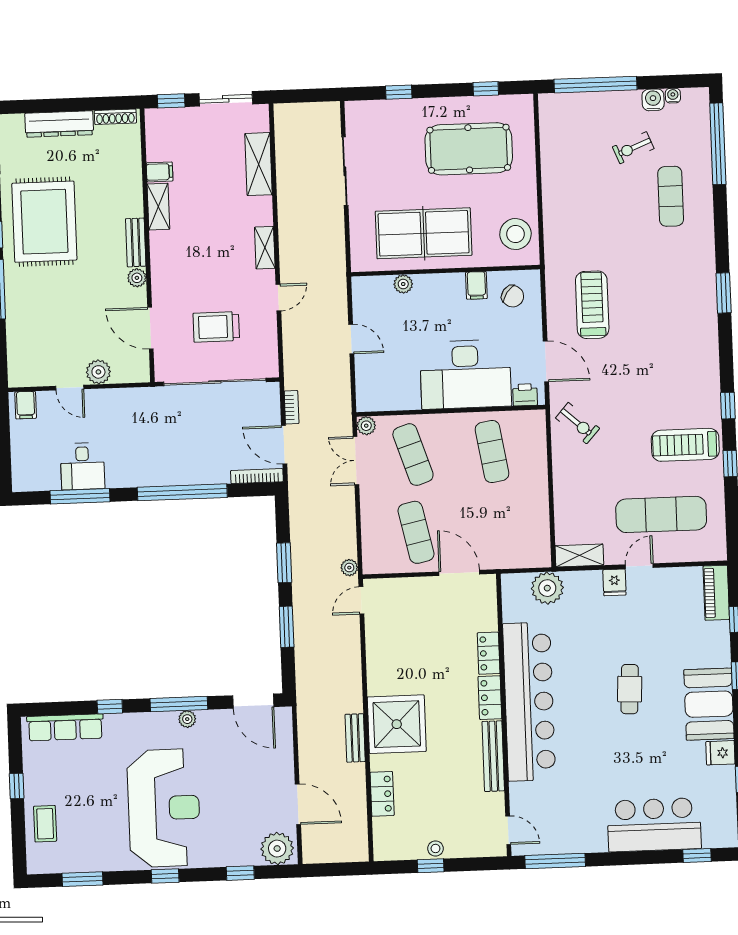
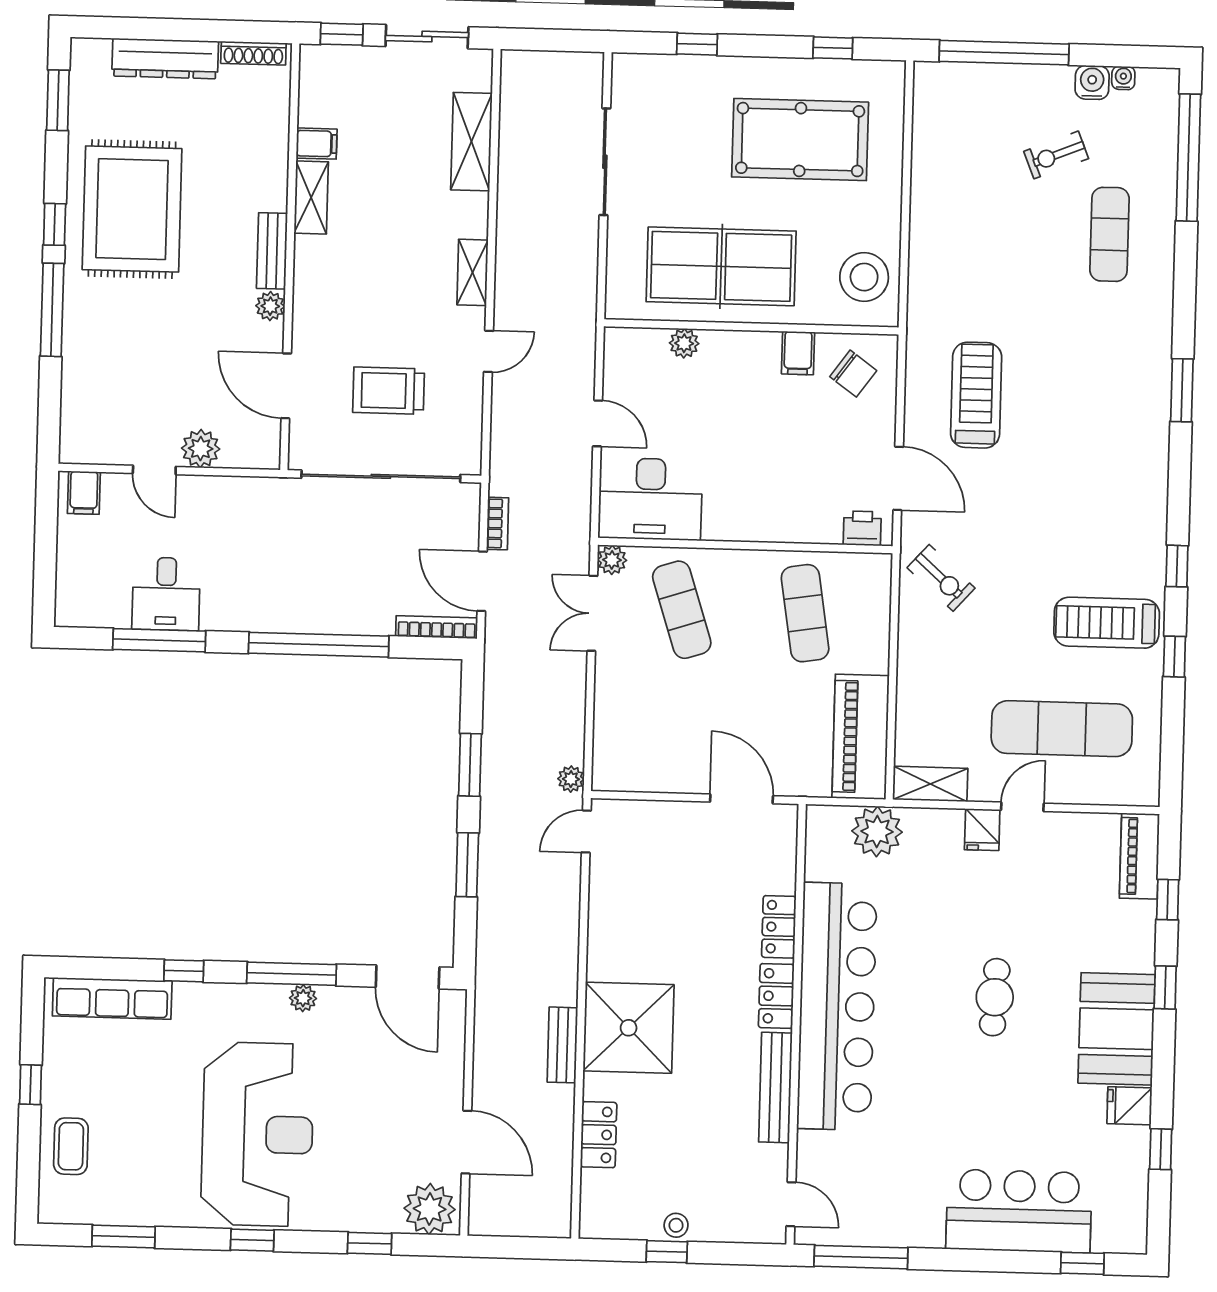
desk: (466, 374) -> (650, 499), moved, width x0.73, depth x0.77
piano: (533, 528) -> (861, 737), added
exercise mat: (416, 532) -> (678, 731), removed

